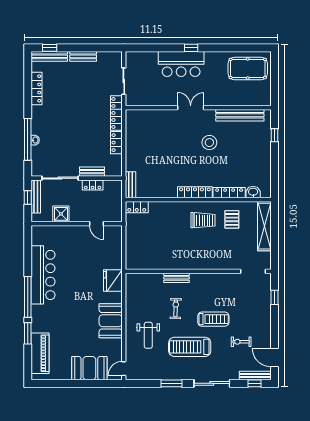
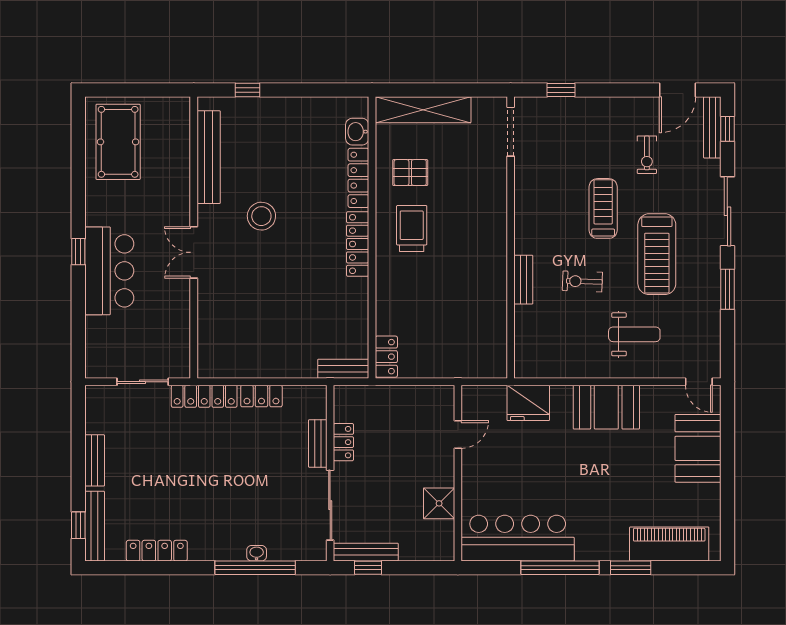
shower: (61, 214) -> (439, 503), moved
wall: (77, 224) -> (458, 473), moved
door: (97, 224) -> (458, 435), moved

